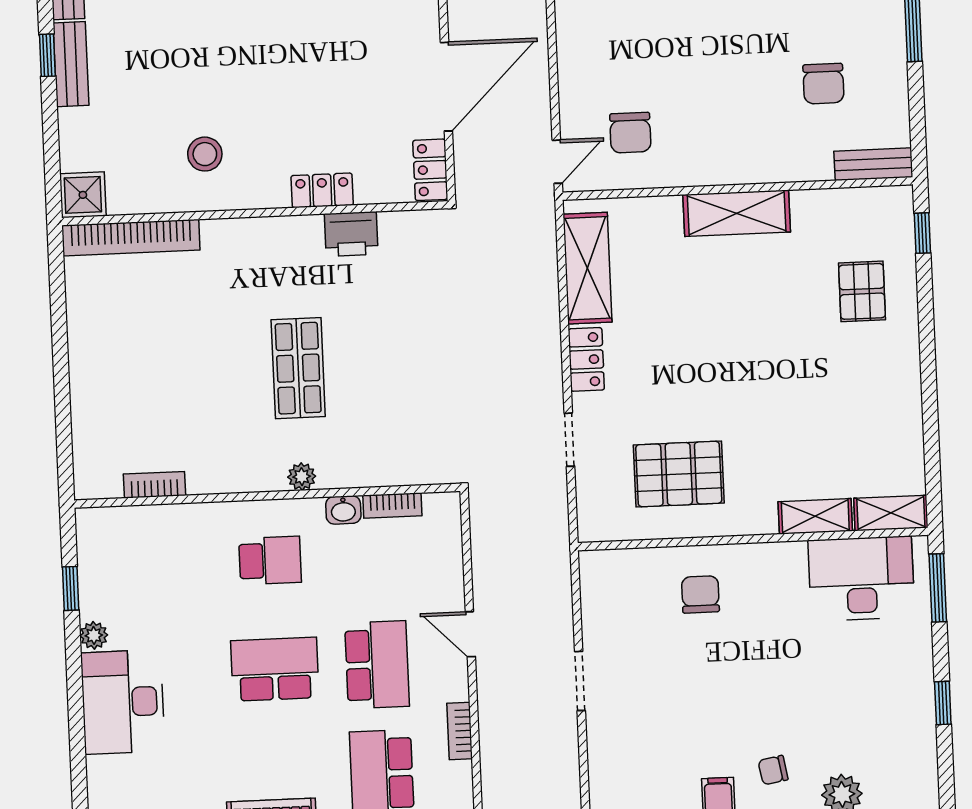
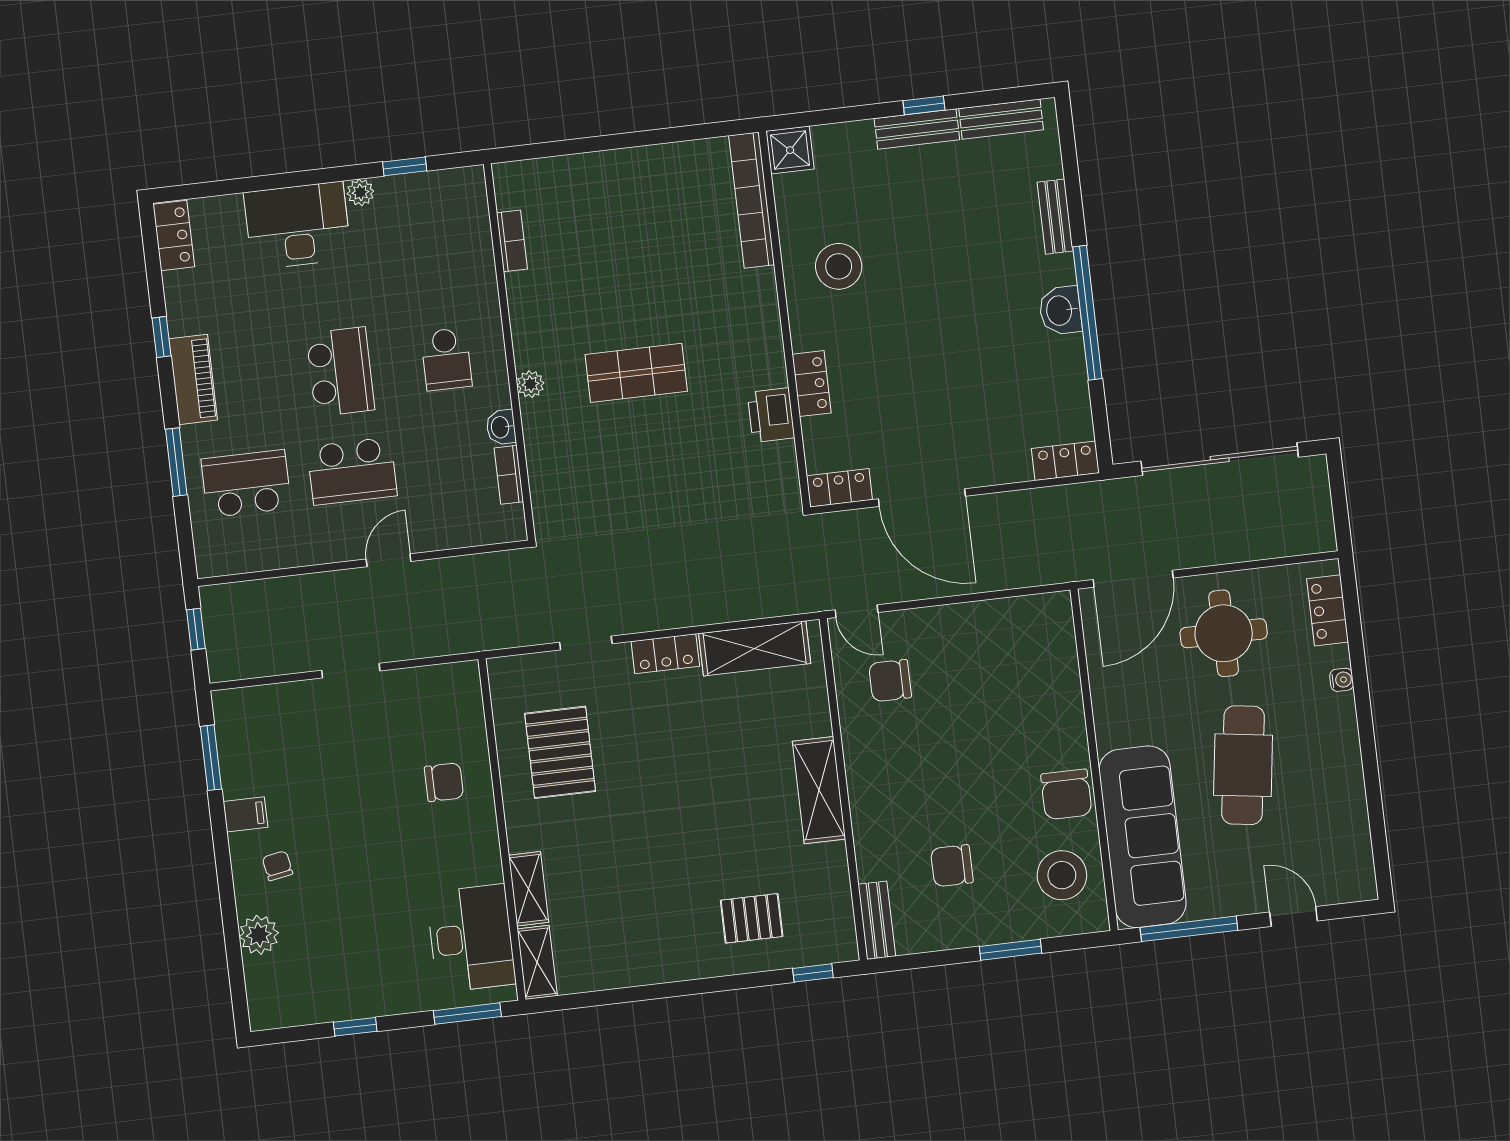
stool: (205, 154) -> (839, 266), width x1.38, depth x1.38
bookcase: (460, 731) -> (293, 557), removed

